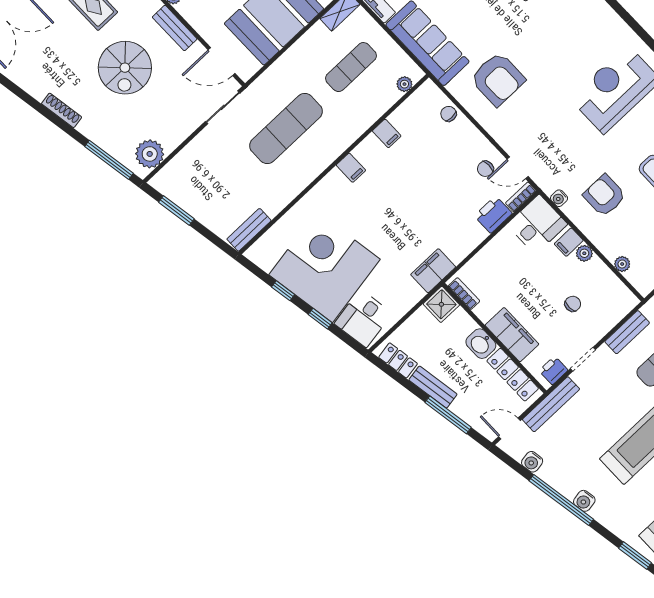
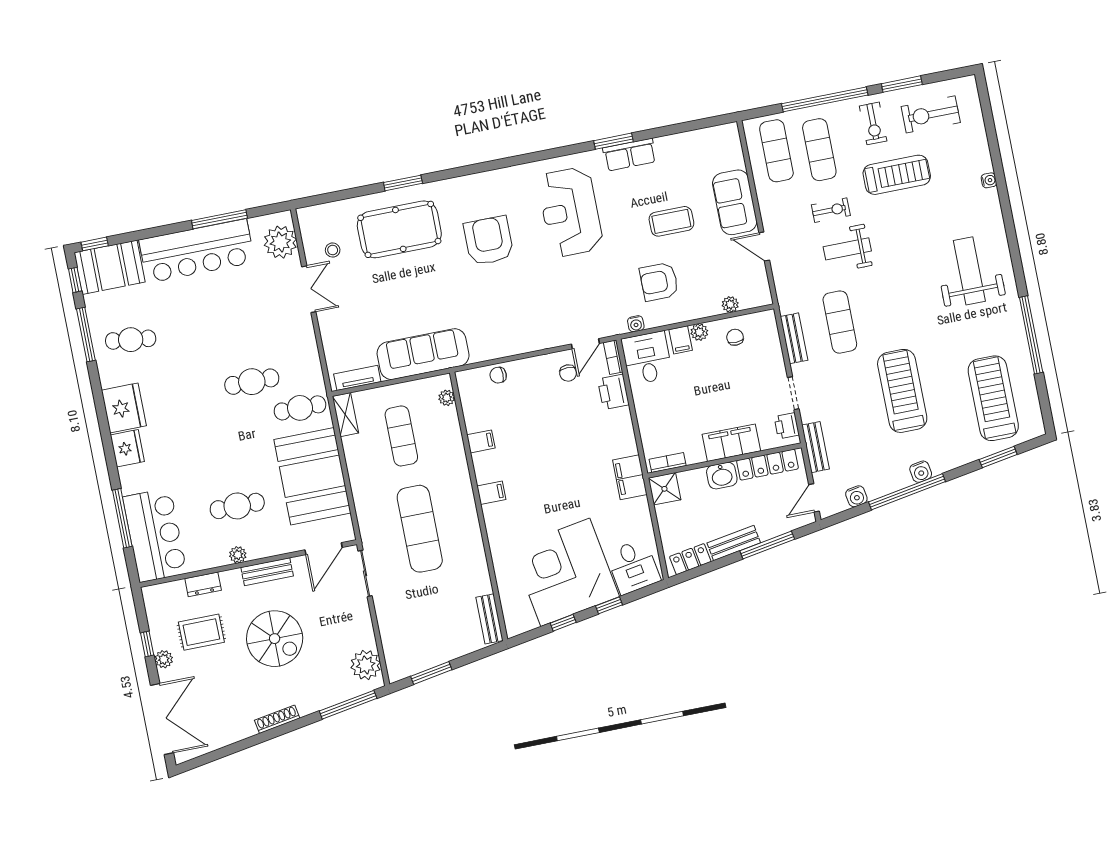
armchair: (498, 79) -> (489, 241), moved, turned -90
chair: (573, 304) -> (735, 337), moved
bench: (551, 404) -> (816, 447), width x0.73

